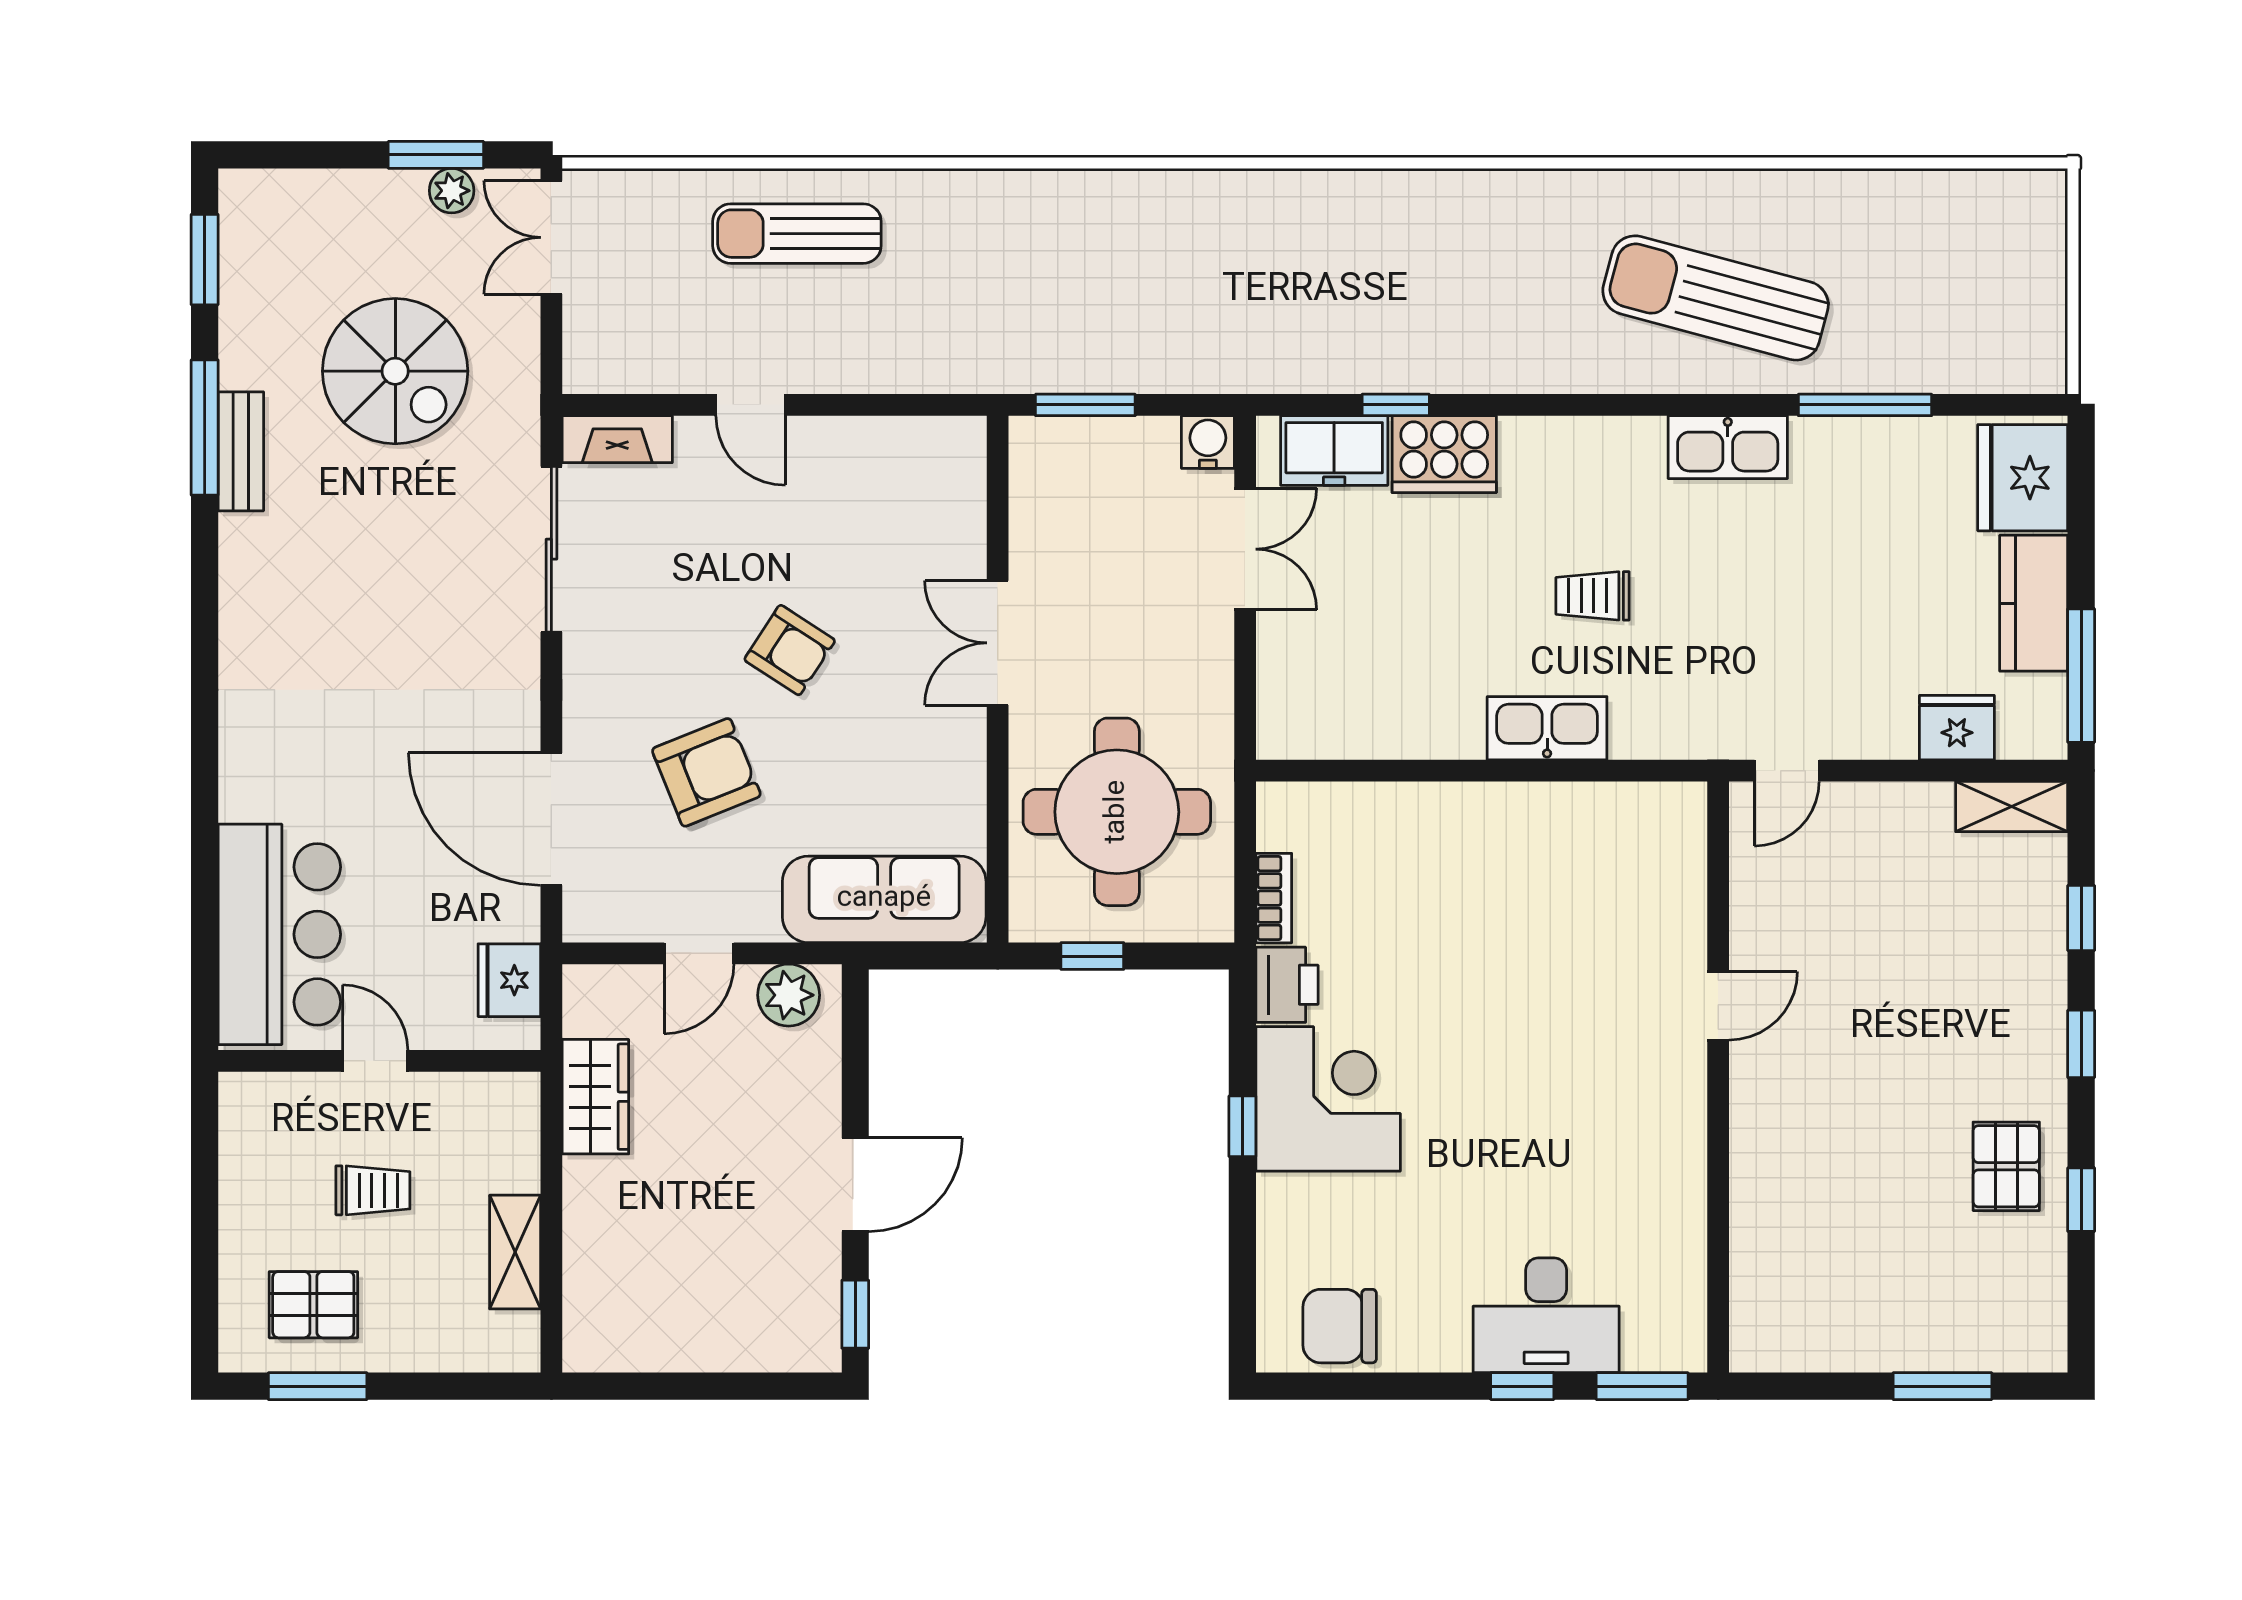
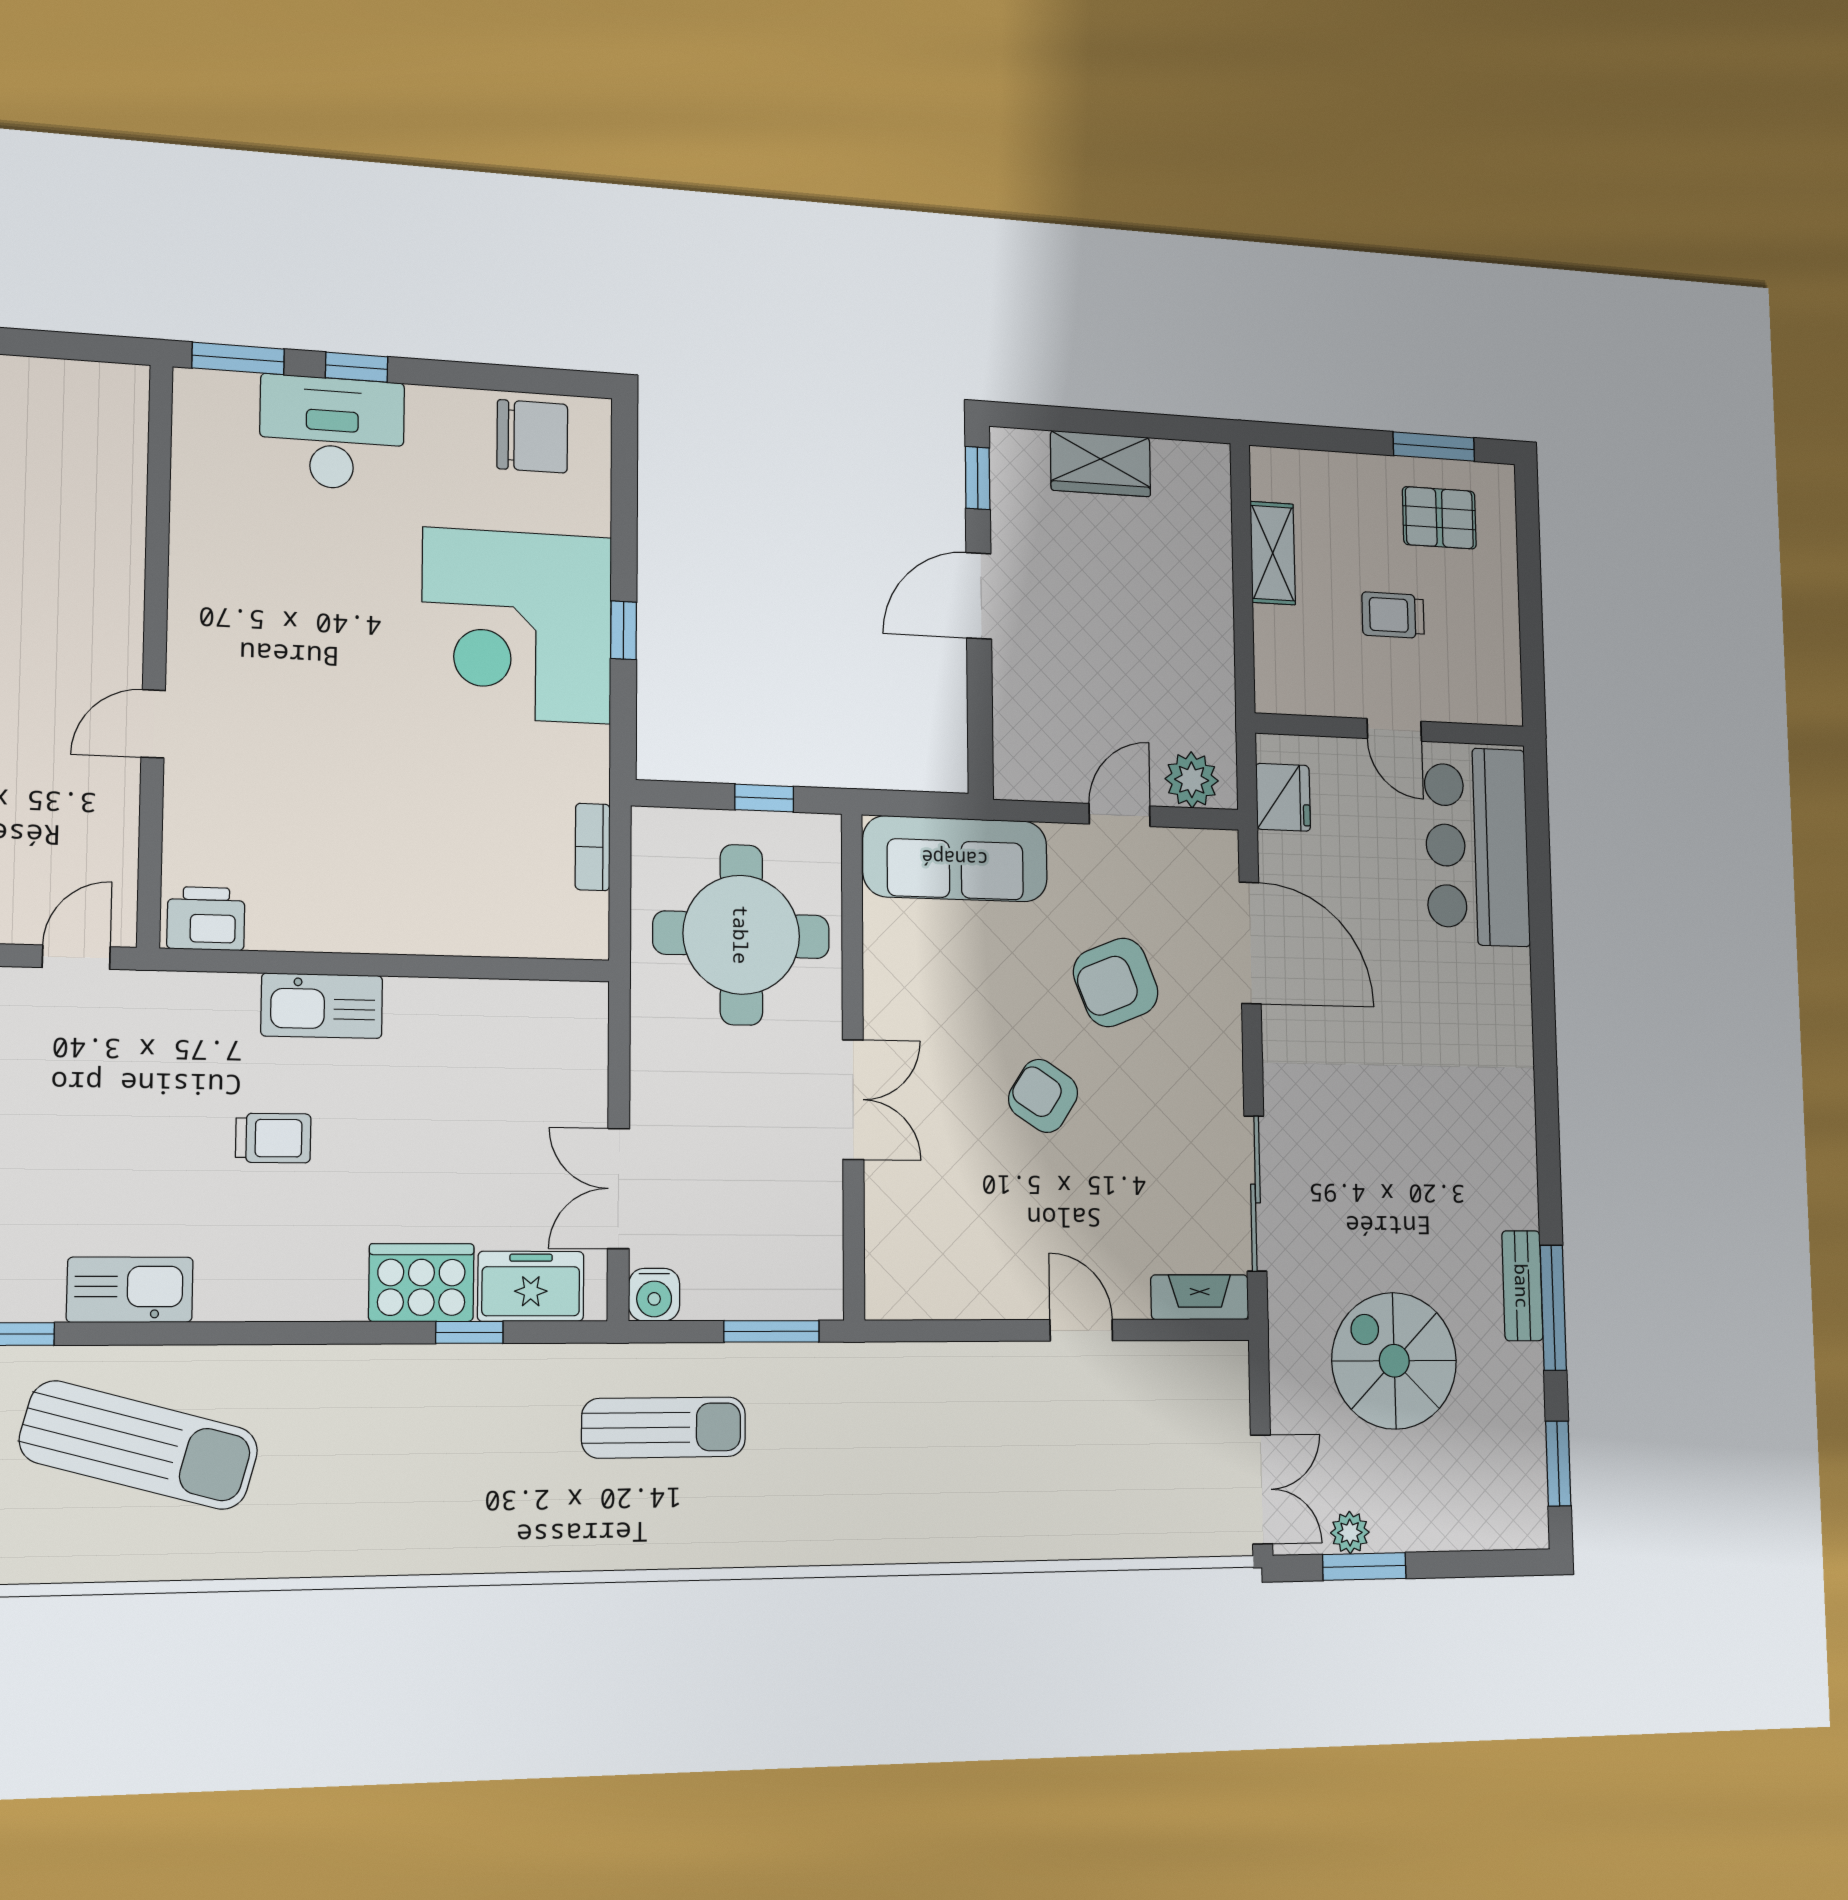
sun lounger: (797, 234) -> (664, 1427), moved
printer: (1287, 985) -> (206, 919), moved, turned 90
plant: (789, 995) -> (1192, 780), moved
wardrobe: (595, 1097) -> (1101, 464), moved, turned -90
corner desk: (1328, 1099) -> (517, 626), width x1.36, depth x1.36

